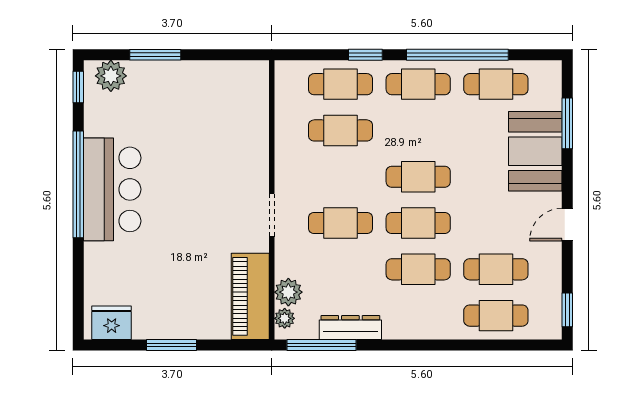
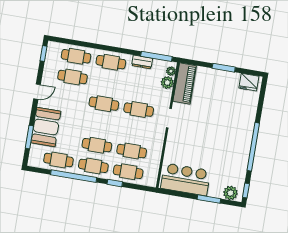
cafe table: (418, 177) -> (97, 145), moved
bar counter: (112, 189) -> (186, 179), moved, turned 90
cafe table: (418, 269) -> (111, 62), moved
dresser: (350, 328) -> (142, 62), width x0.70

